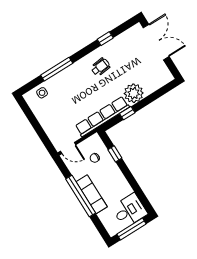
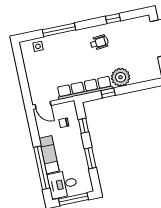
window: (133, 183) -> (90, 158), added
window: (81, 196) -> (42, 168), moved
desk: (129, 210) -> (63, 184), moved, turned 180

